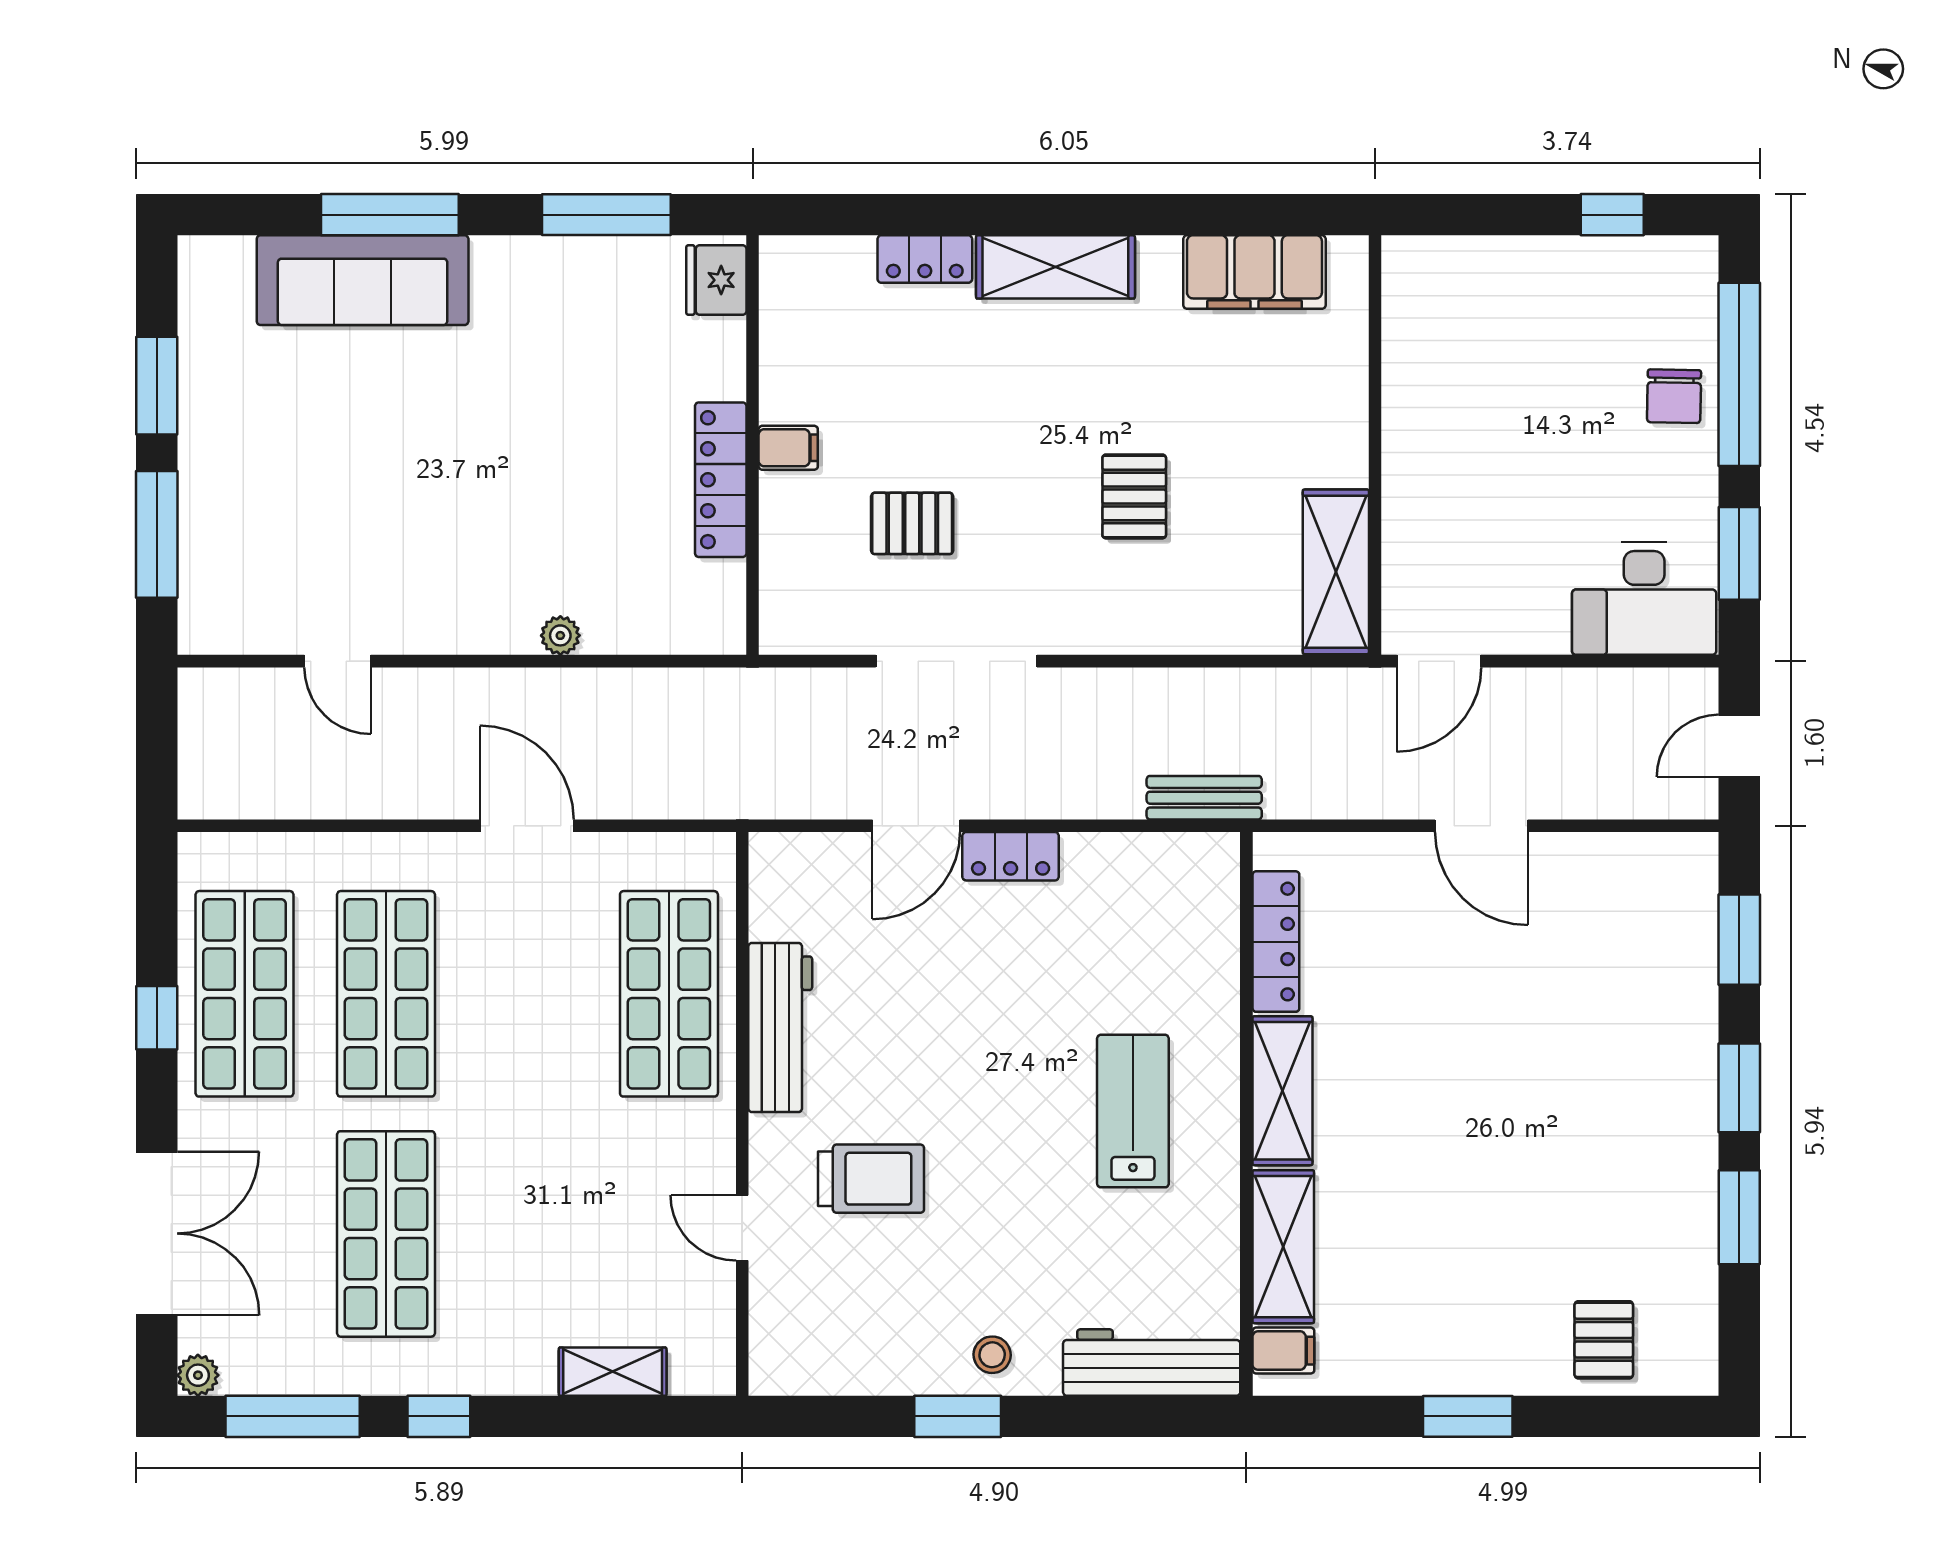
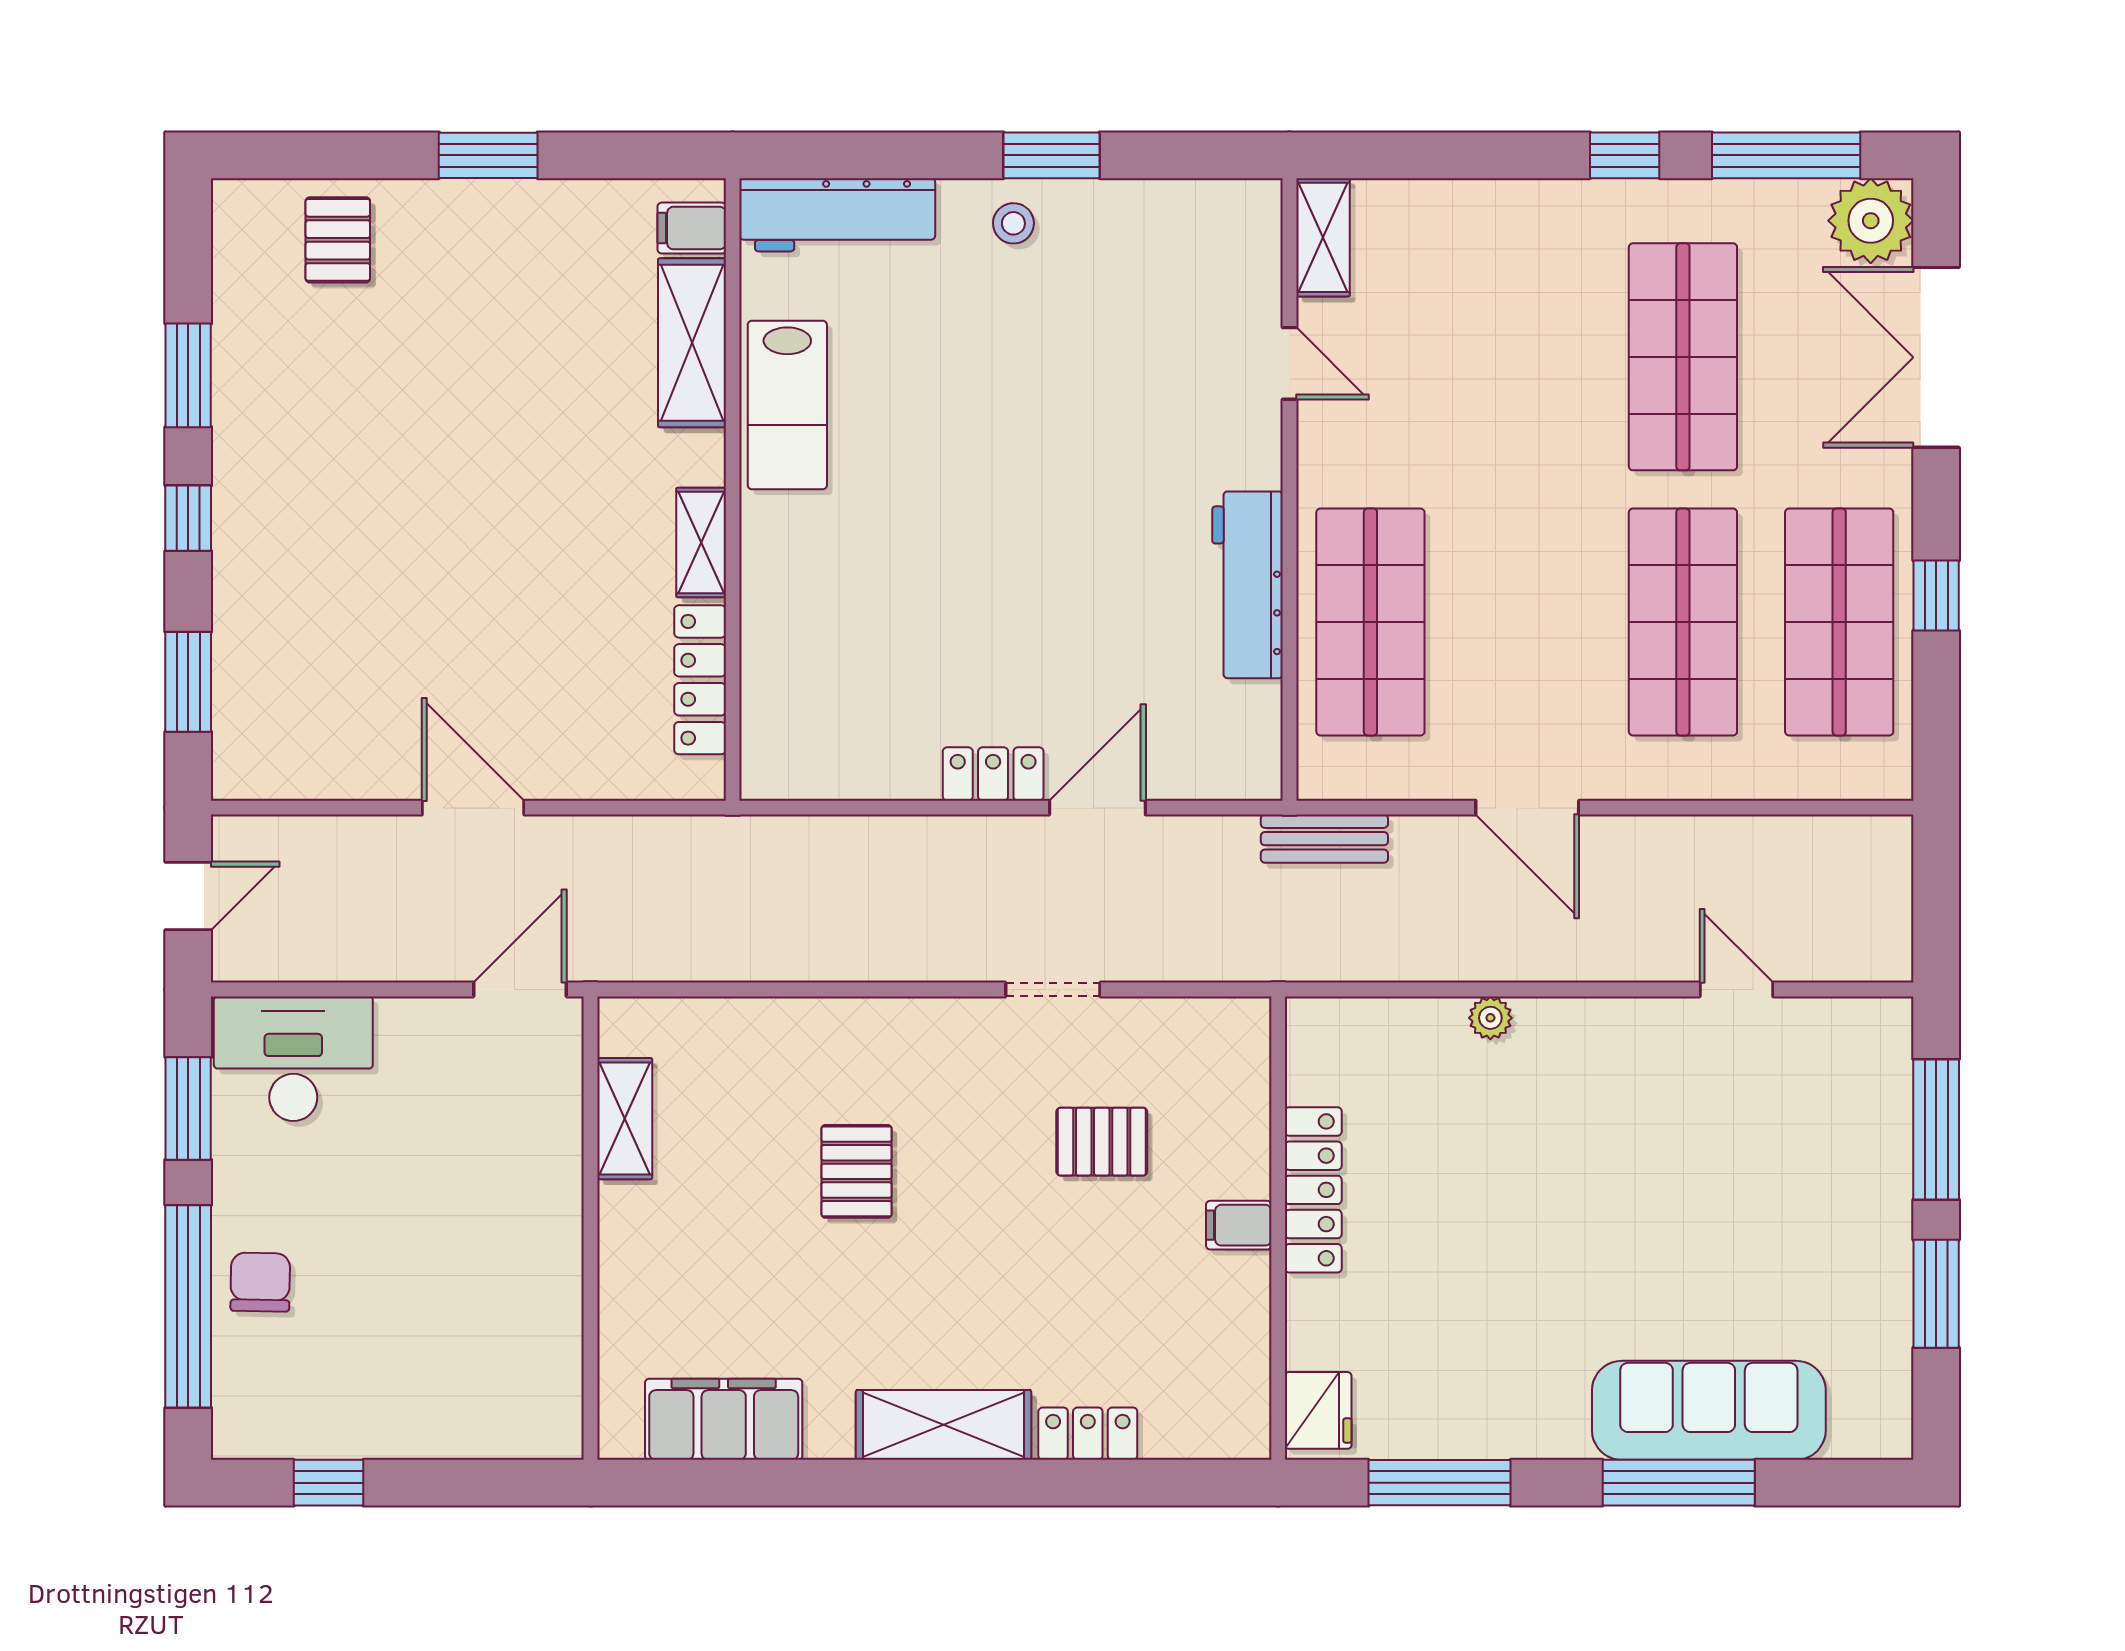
shelving: (1336, 572) -> (625, 1119), width x0.67, depth x0.75
doorway: (956, 661) -> (1053, 989), width x0.53
bench: (1204, 798) -> (1324, 839), moved
window: (1739, 1088) -> (188, 518), width x0.67
shelving: (1282, 1091) -> (701, 542), width x0.67, depth x0.75
lab bench: (1133, 1111) -> (787, 405), moved
trolley: (871, 1179) -> (1147, 418), removed
shelving: (613, 1372) -> (1323, 237), moved, turned 90
plant: (198, 1375) -> (1871, 221), width x1.87, depth x1.87

